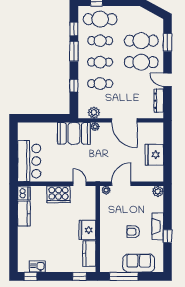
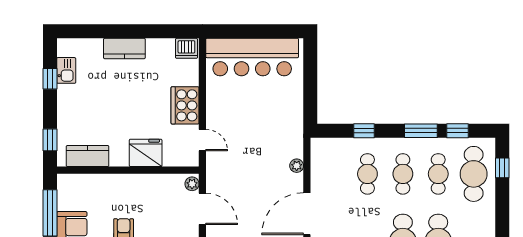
plant: (94, 113) -> (320, 164), removed
booth: (74, 133) -> (286, 131), removed
bar counter: (29, 161) -> (252, 57), width x1.36
door: (80, 184) -> (202, 140), hinge flipped
kitchen counter: (24, 213) -> (124, 49), moved
fridge: (87, 230) -> (146, 153), moved
window: (31, 276) -> (50, 79), moved

